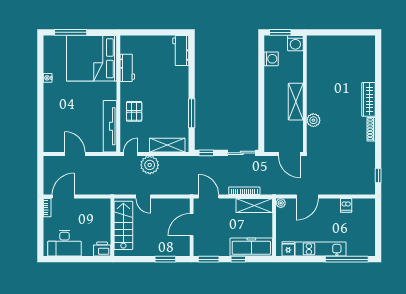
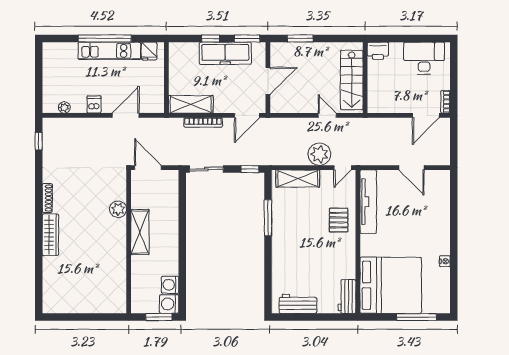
washing machine: (295, 43) -> (169, 304), moved, turned -90
workbench: (181, 51) -> (298, 304), moved, turned -90
workbench: (127, 68) -> (347, 297), moved
door: (209, 197) -> (247, 115), hinge flipped
plant: (281, 203) -> (64, 107), moved
dishwasher: (346, 205) -> (94, 105), moved
freezer: (251, 247) -> (225, 53), moved
window: (347, 259) -> (105, 38), moved

